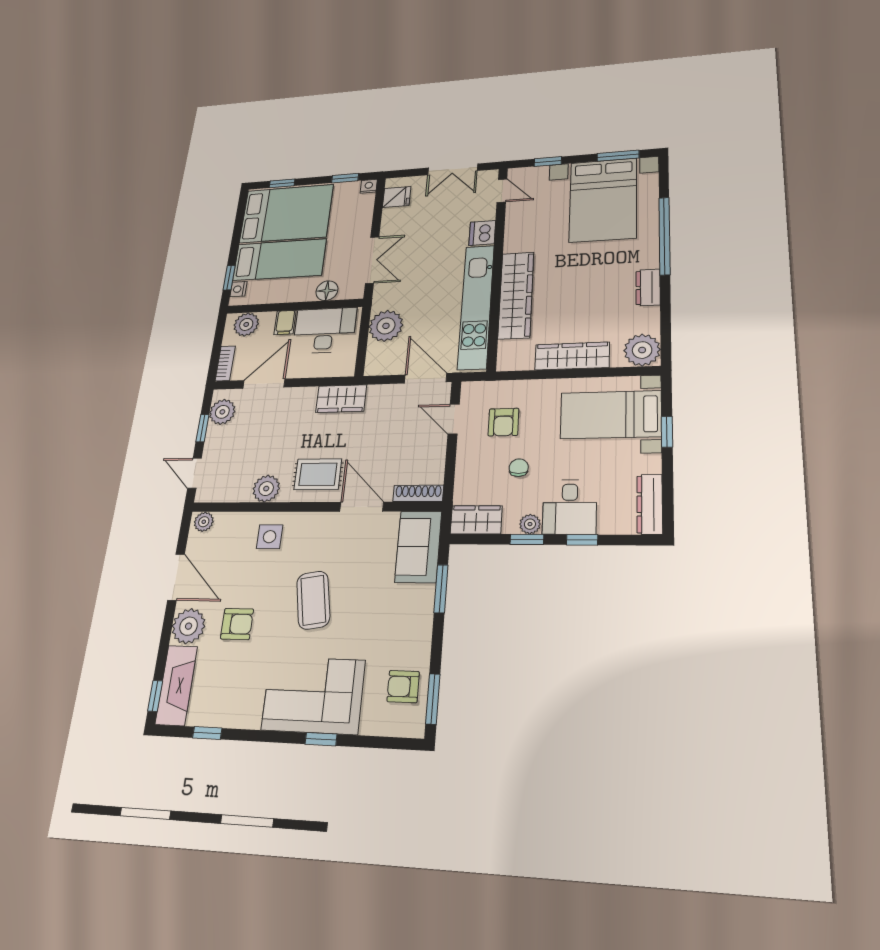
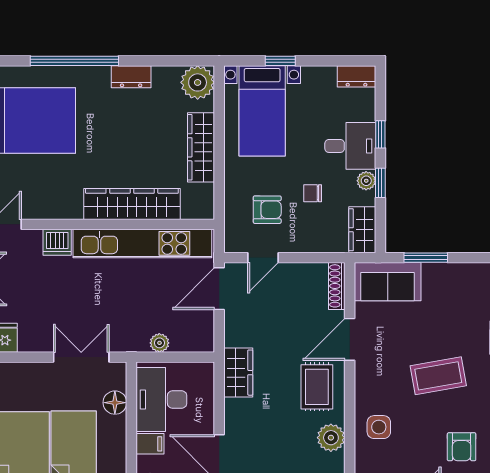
plant: (386, 326) -> (159, 343), width x0.53, depth x0.53
dresser: (650, 504) -> (357, 76), width x0.70
armchair: (237, 624) -> (462, 447), turned 180

